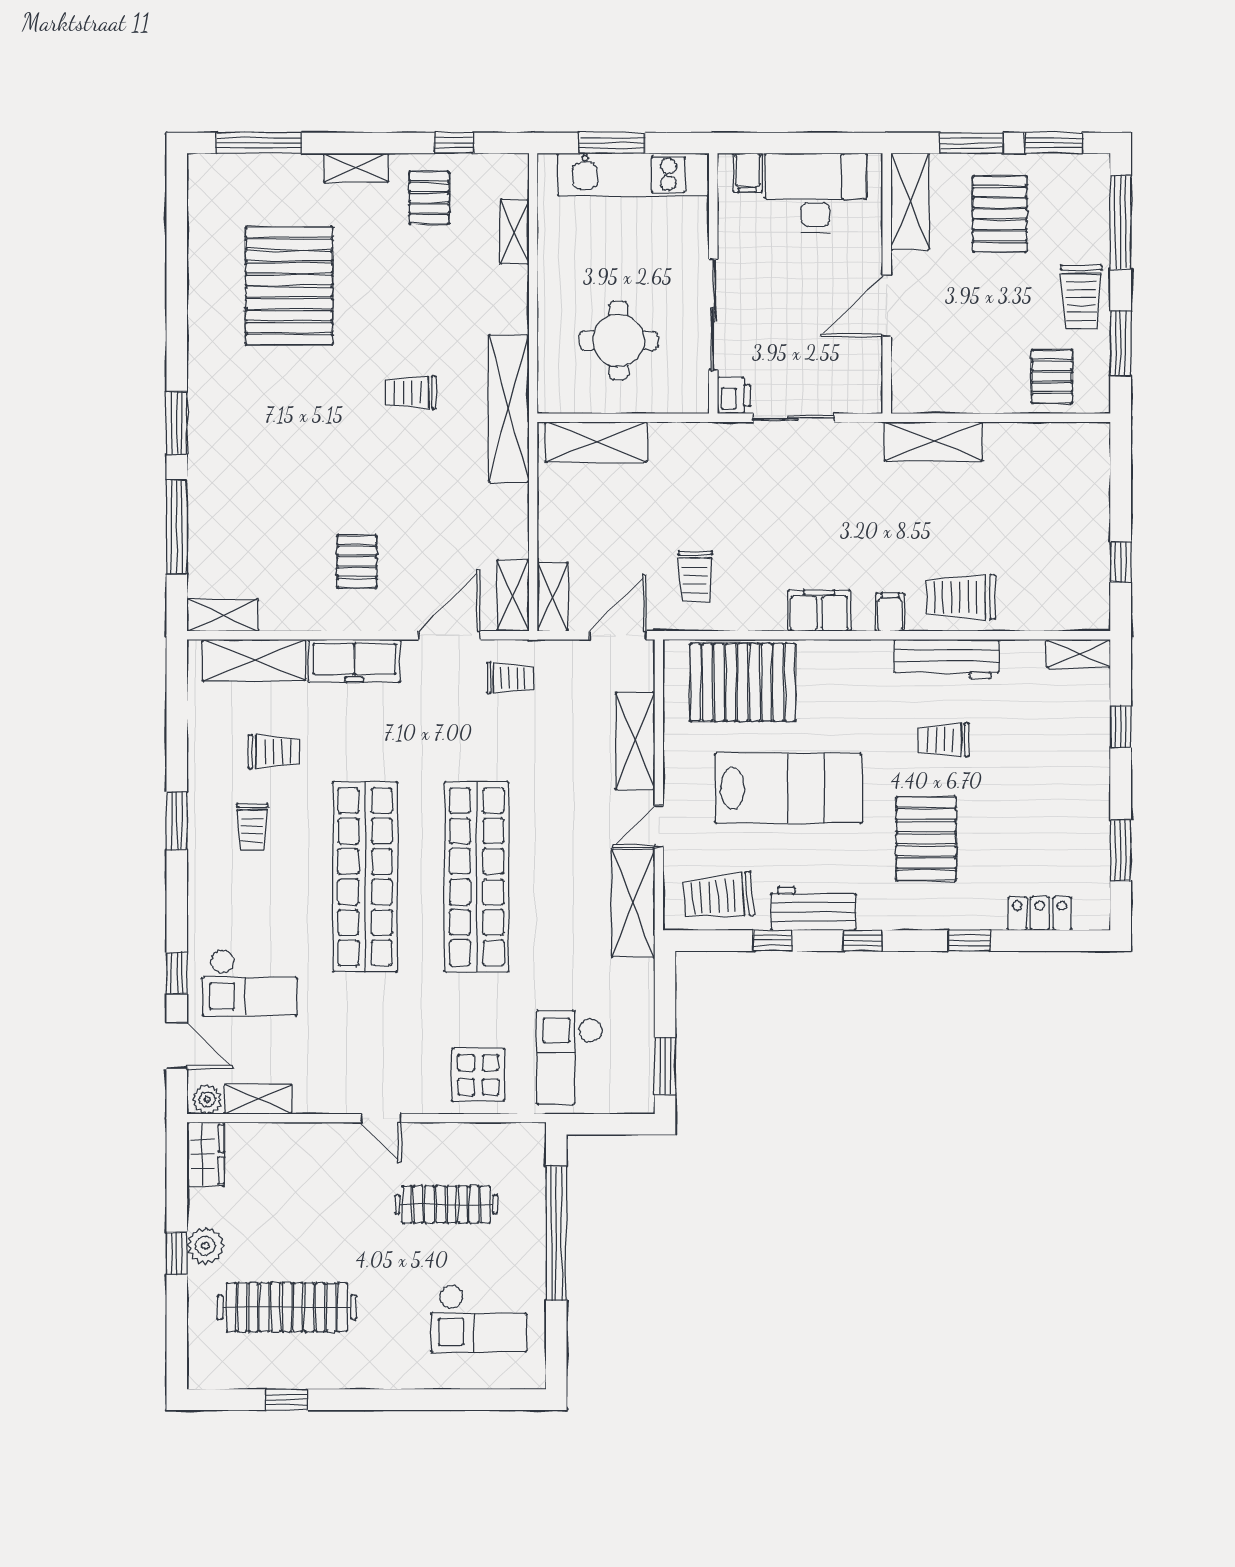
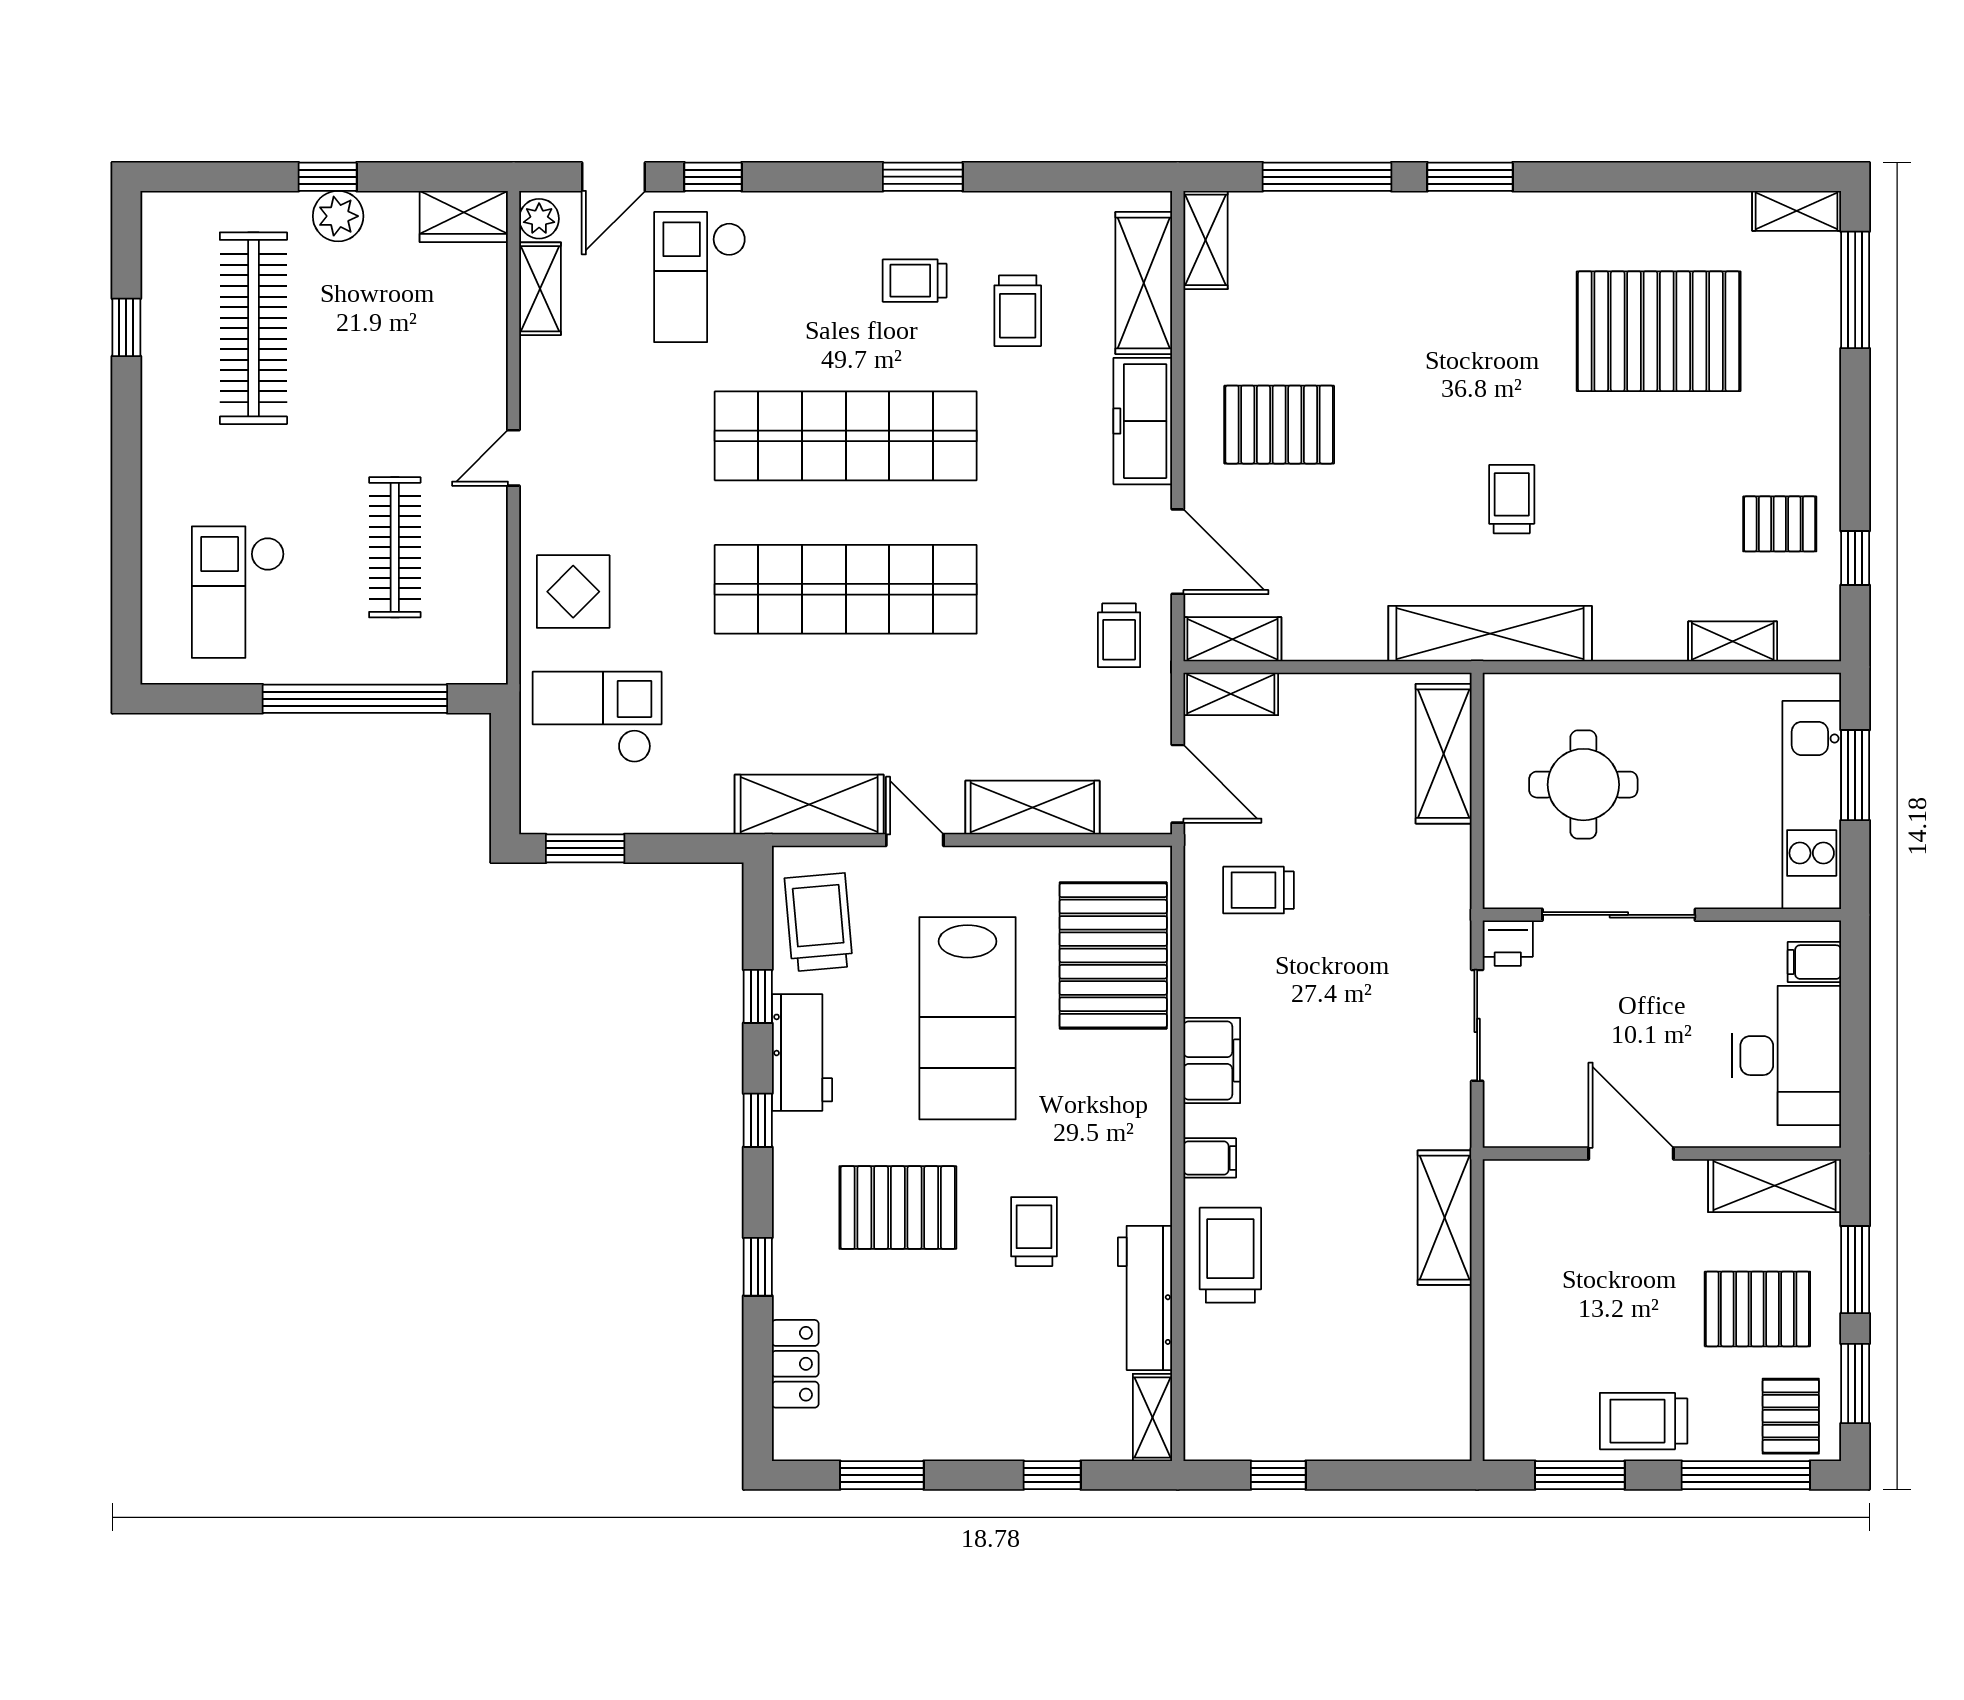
shelving: (356, 168) -> (1797, 211), moved, turned 90
pallet: (1052, 377) -> (1791, 1416), moved, turned 90
pallet: (357, 562) -> (1279, 425), width x1.50, depth x1.42
workbench: (947, 659) -> (1145, 1298), moved

